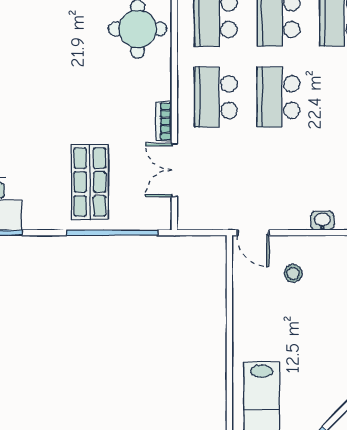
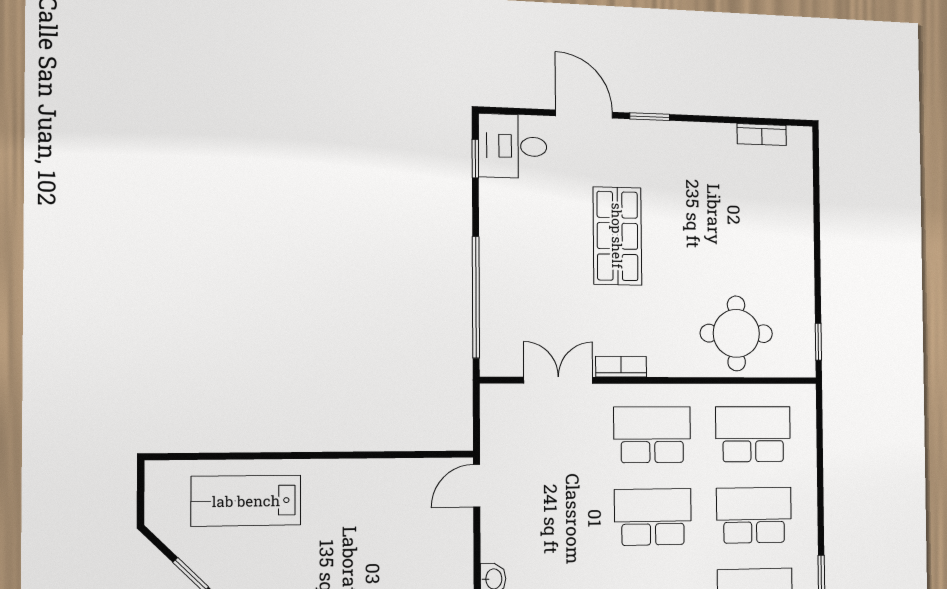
shop shelf: (90, 182) -> (617, 236), moved, turned 90
stool: (293, 273) -> (422, 541), removed

